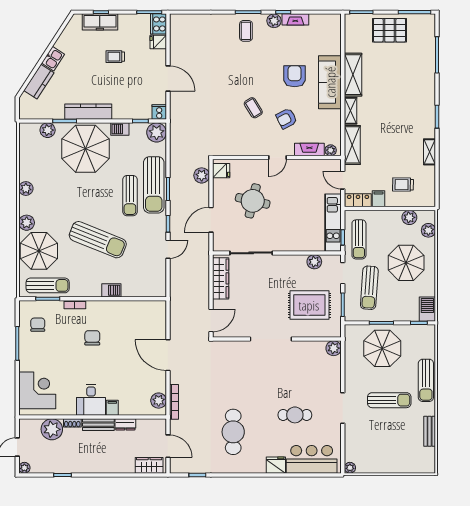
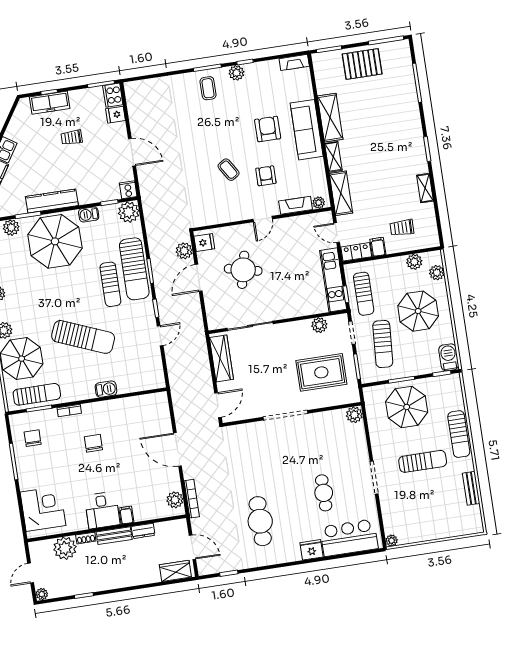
fireplace: (295, 19) -> (294, 62), moved
armchair: (286, 119) -> (266, 176), turned 117
door: (211, 220) -> (199, 278), moved
cafe table: (295, 415) -> (324, 493), turned 90

